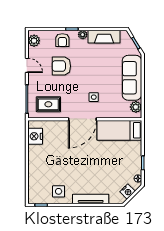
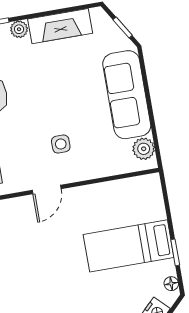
door: (82, 119) -> (47, 190), width x0.53
bed: (119, 130) -> (129, 246), moved

